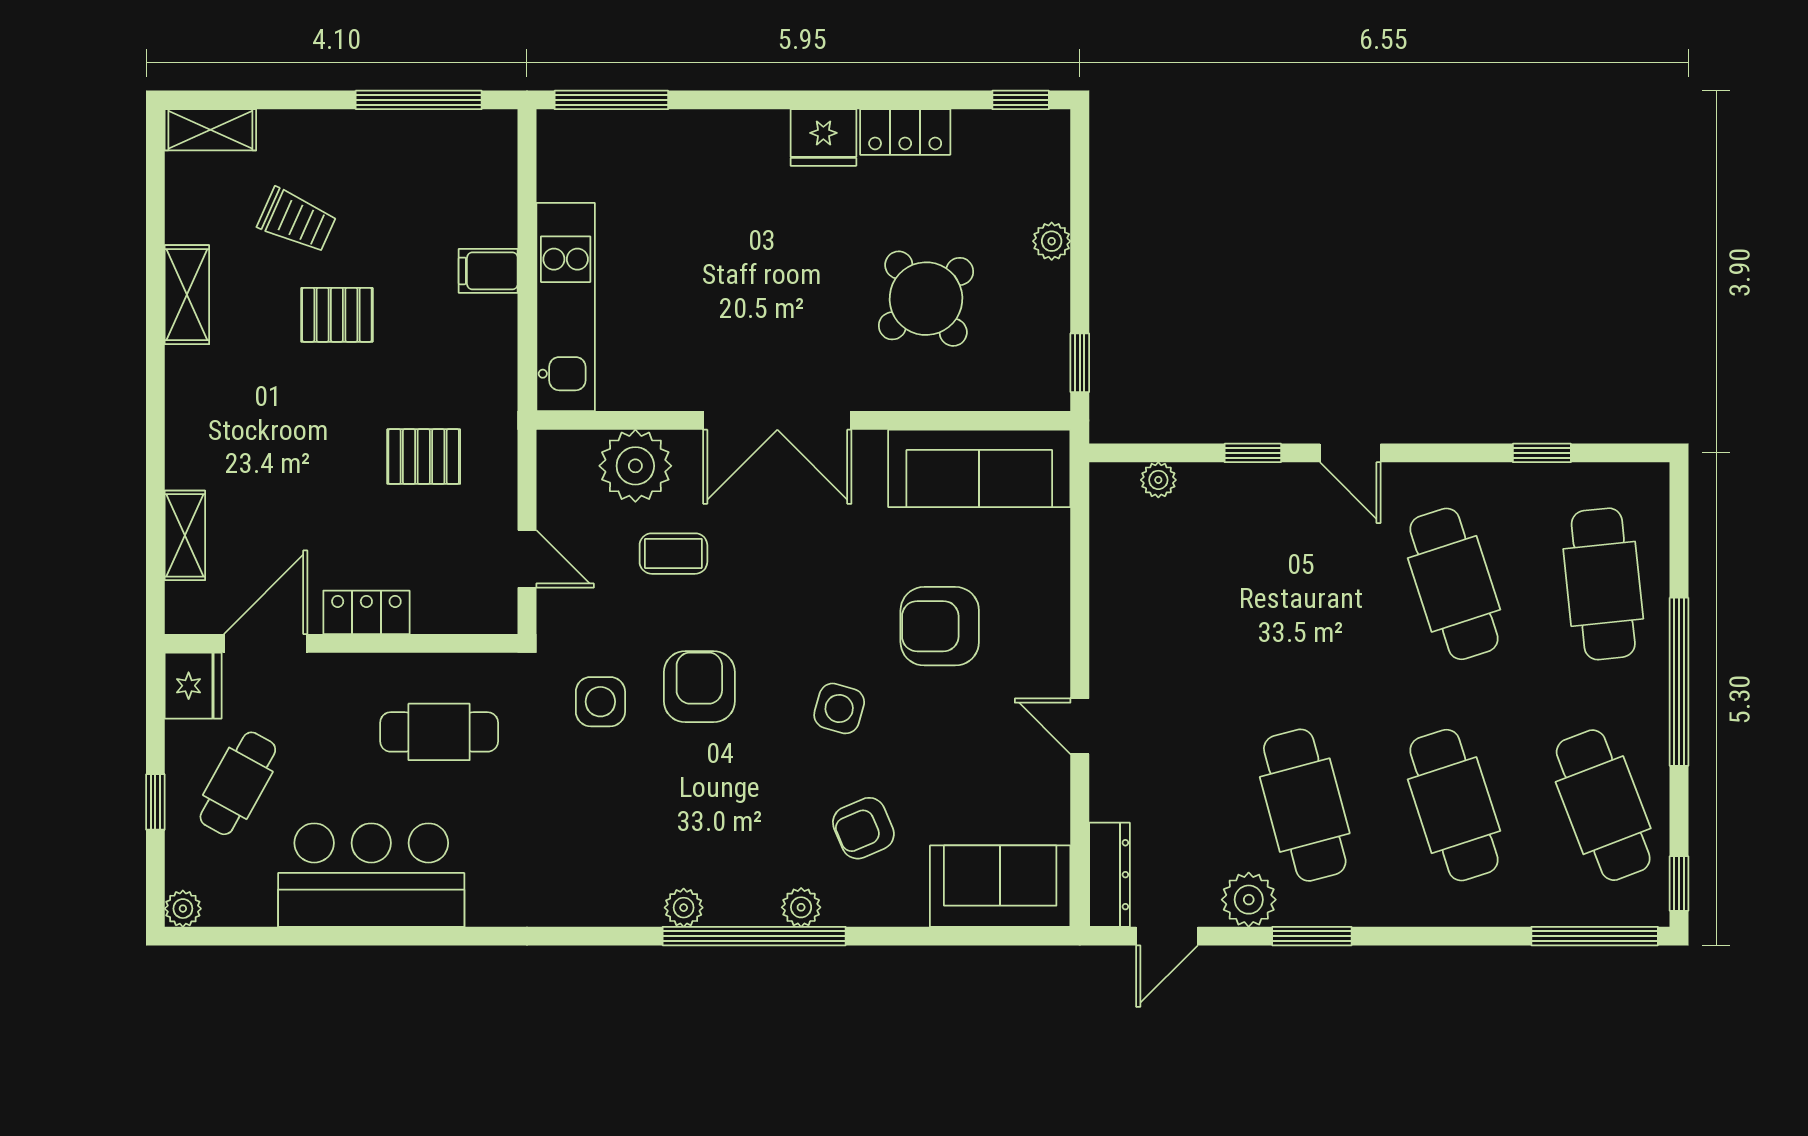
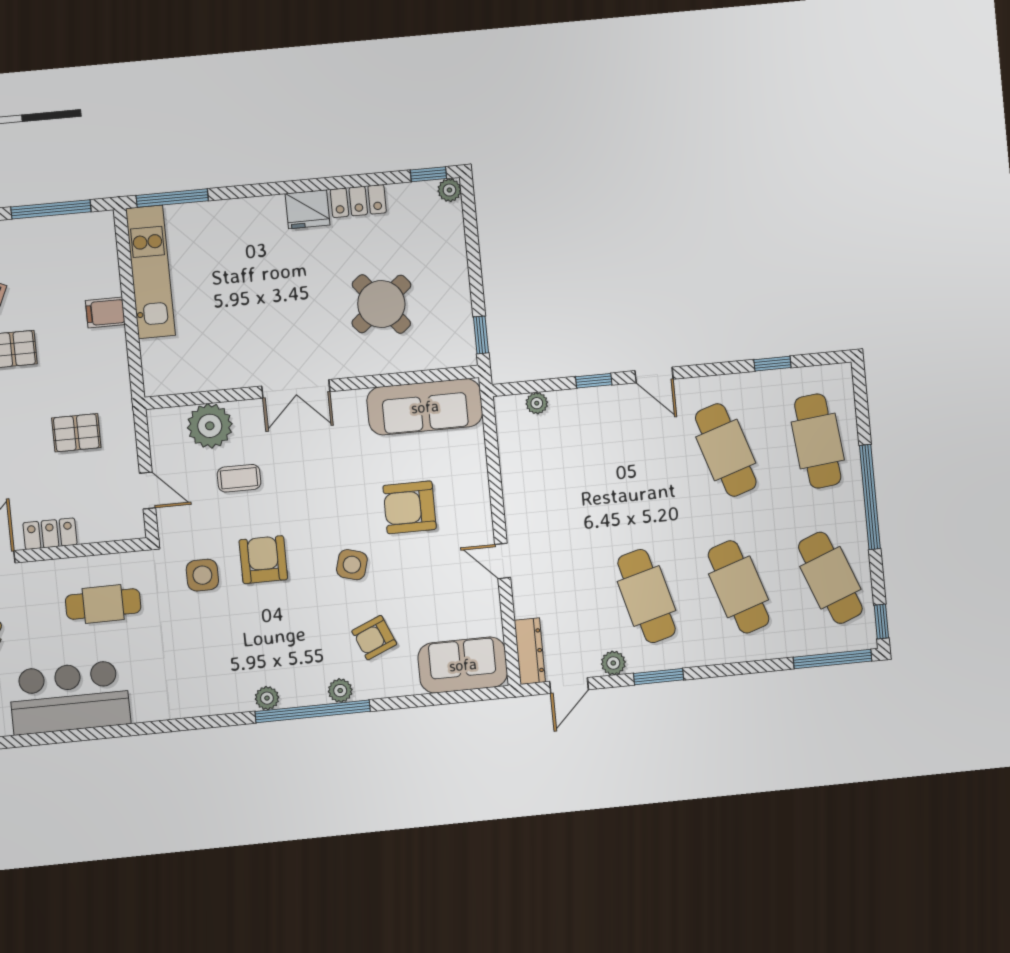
plant: (1052, 241) -> (449, 190), moved
kitchen unit: (566, 307) -> (150, 272), moved
double door: (777, 420) -> (296, 389), width x0.73
plant: (1249, 900) -> (613, 663), width x0.73, depth x0.73

